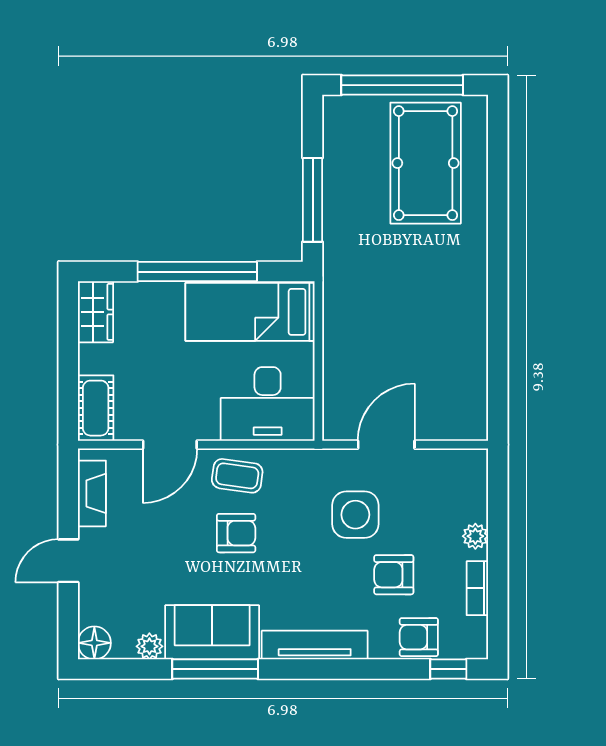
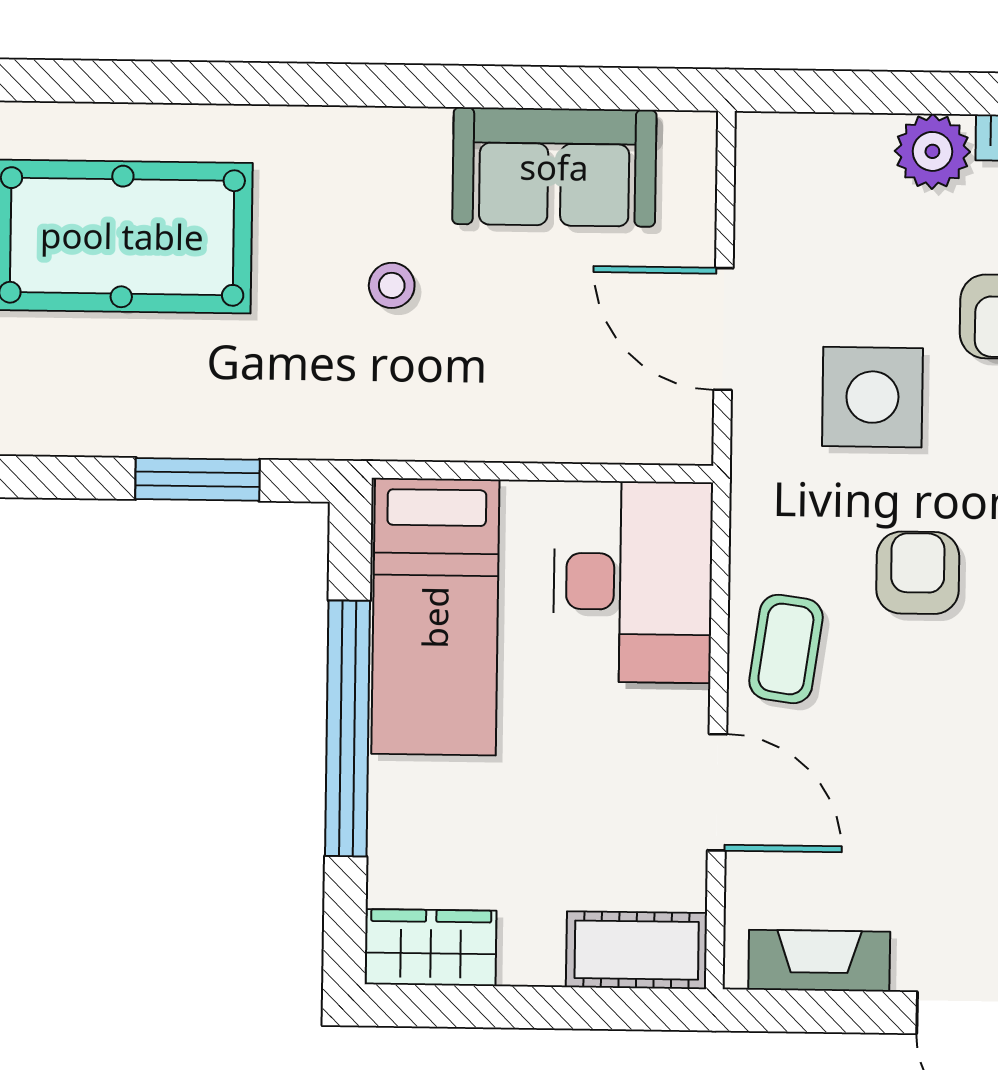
window: (313, 200) -> (198, 479), width x0.69
stool: (404, 289) -> (392, 285), added
sofa: (461, 365) -> (554, 167), added
armchair: (236, 533) -> (918, 573), moved
plant: (475, 536) -> (932, 151), width x1.38, depth x1.38

